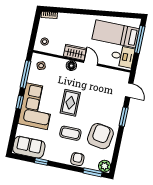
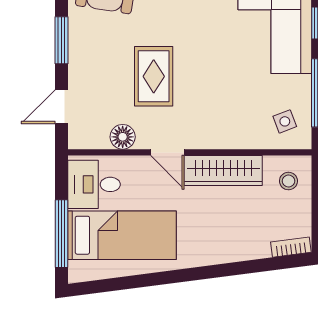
wardrobe: (75, 52) -> (223, 170), width x1.50
floor lamp: (71, 66) -> (123, 137), moved
door: (129, 90) -> (61, 107), hinge flipped
rug: (70, 103) -> (154, 76), moved

